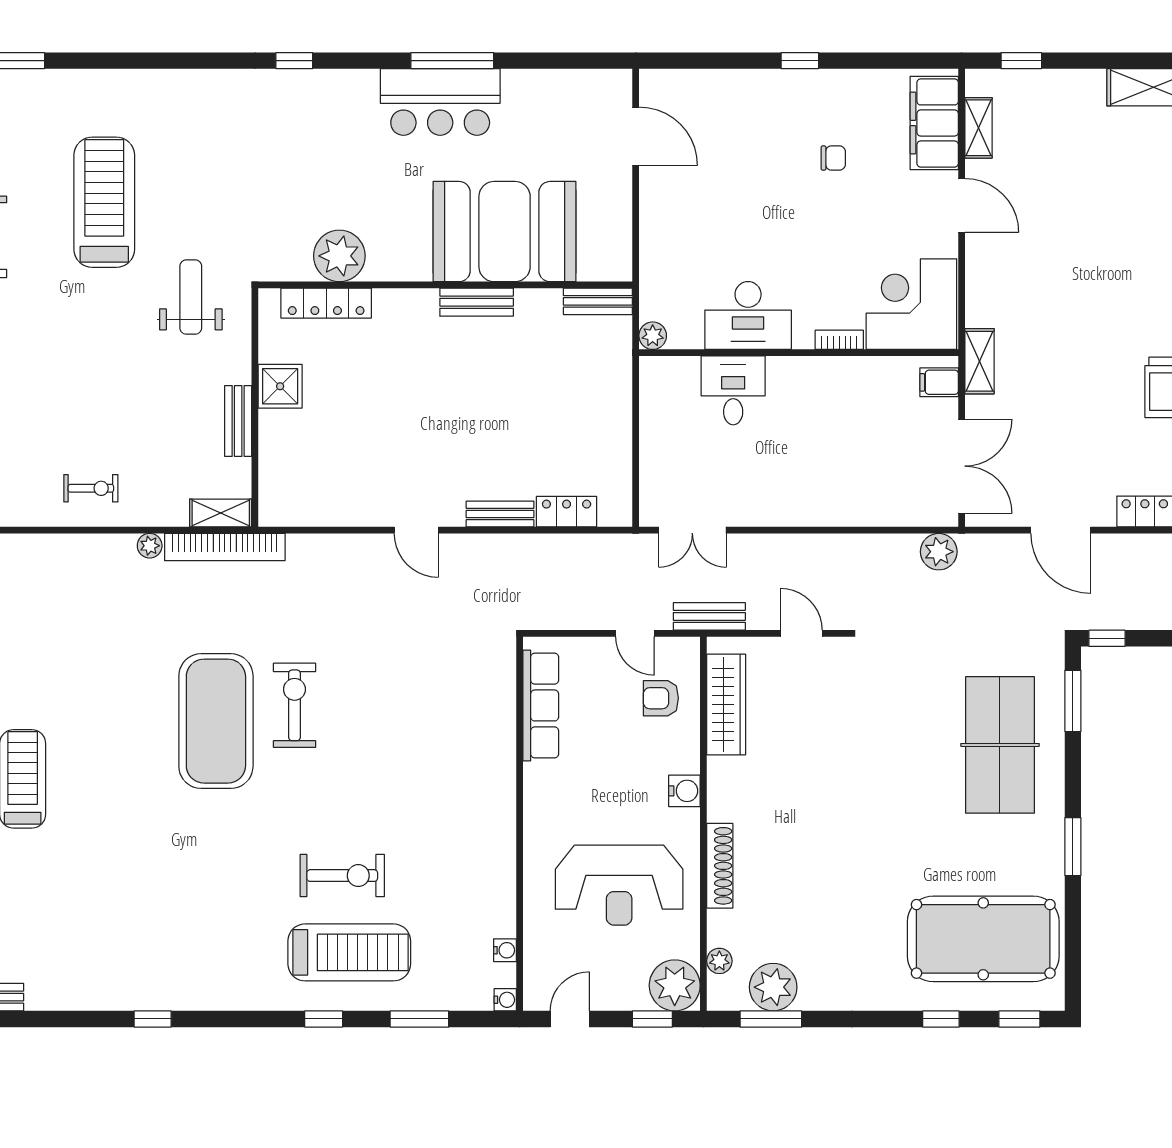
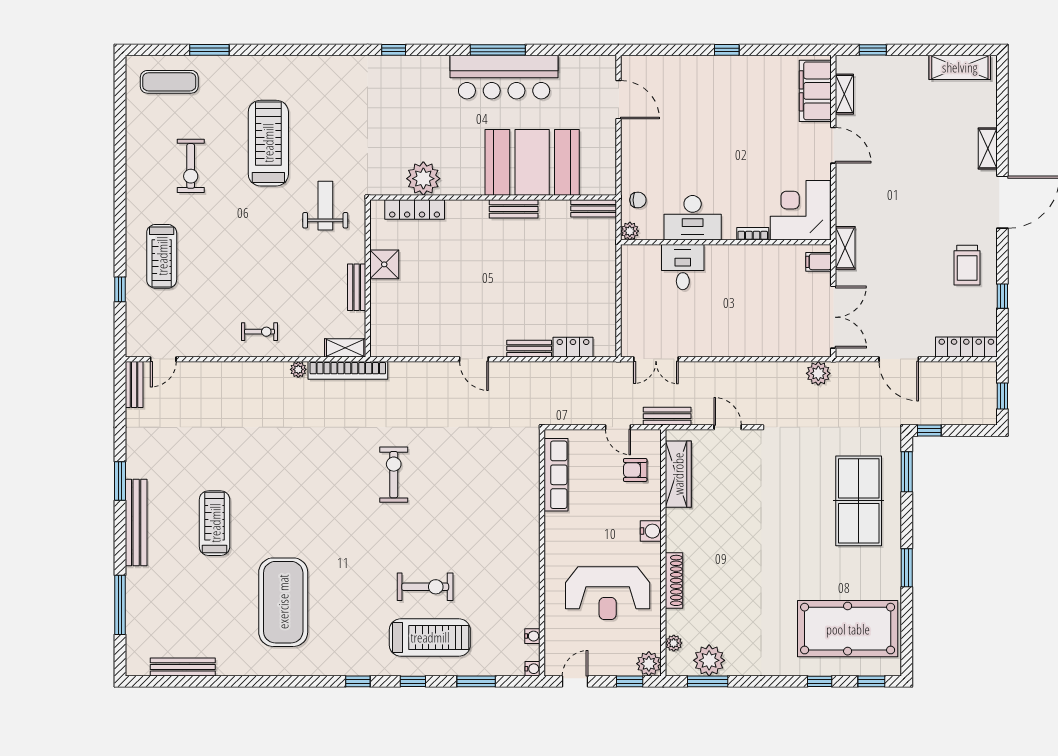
bar counter: (440, 102) -> (504, 77), width x1.36
chair: (833, 158) -> (638, 200), moved
exercise mat: (216, 721) -> (283, 602), moved
plant: (675, 985) -> (649, 664), width x0.73, depth x0.73
window: (153, 1019) -> (358, 681), moved

